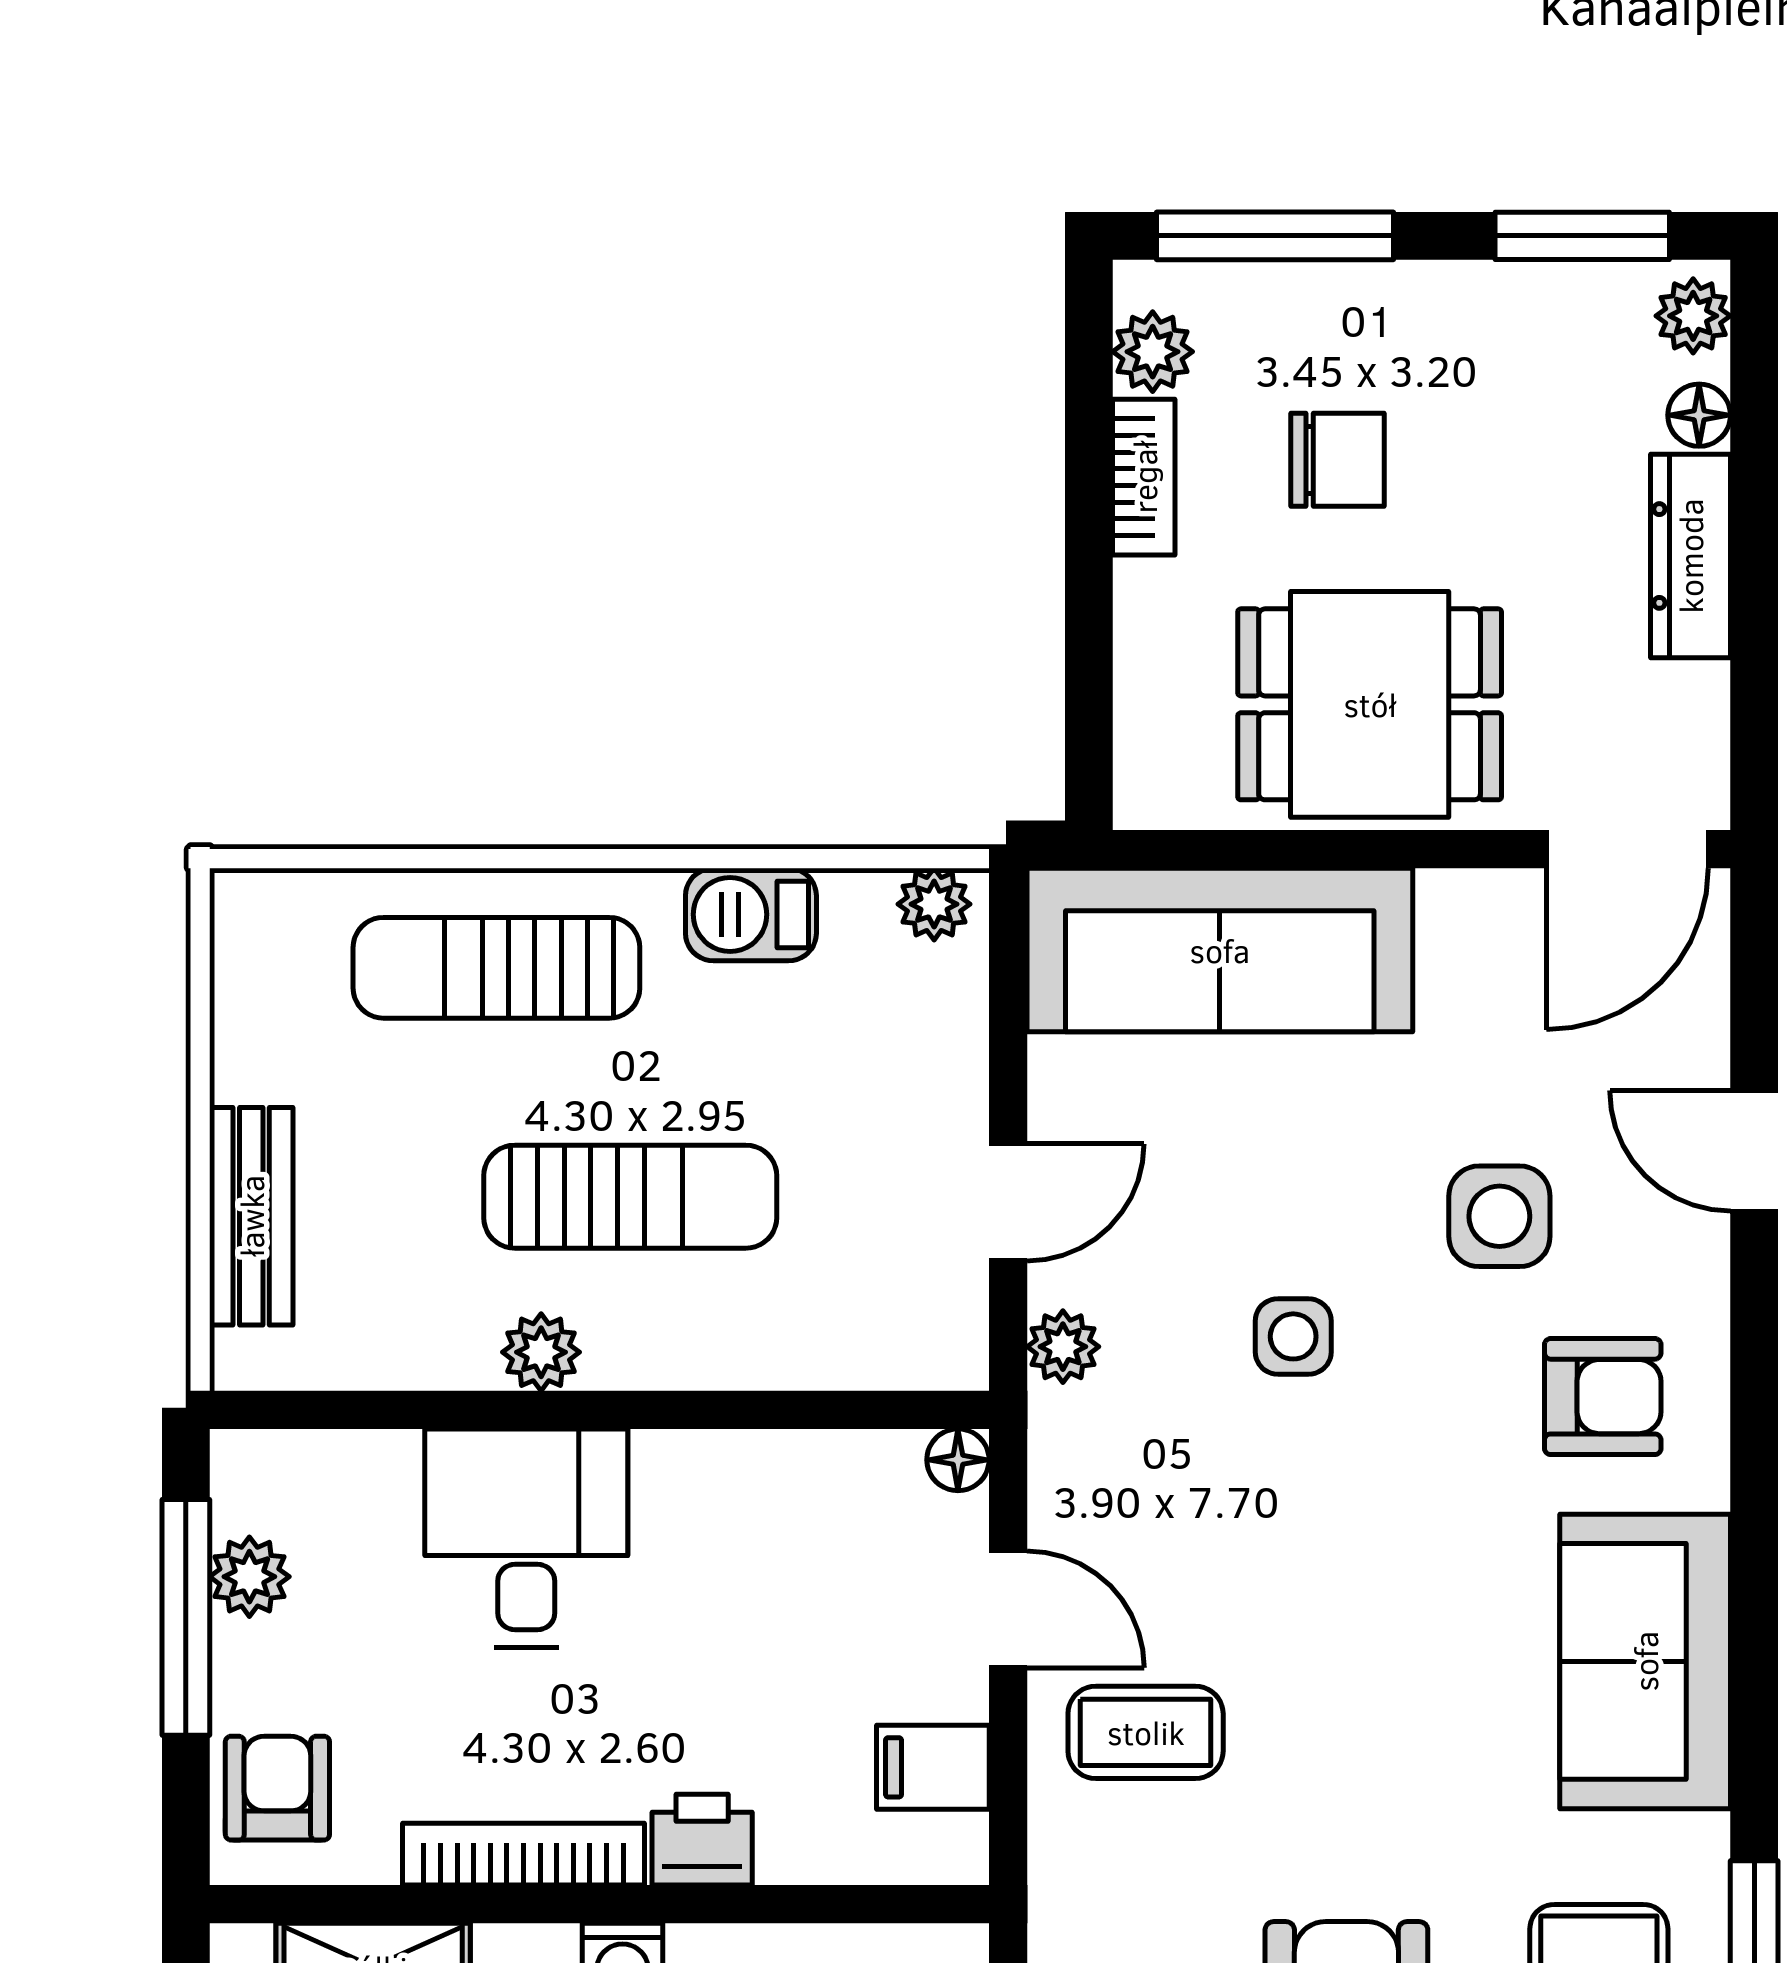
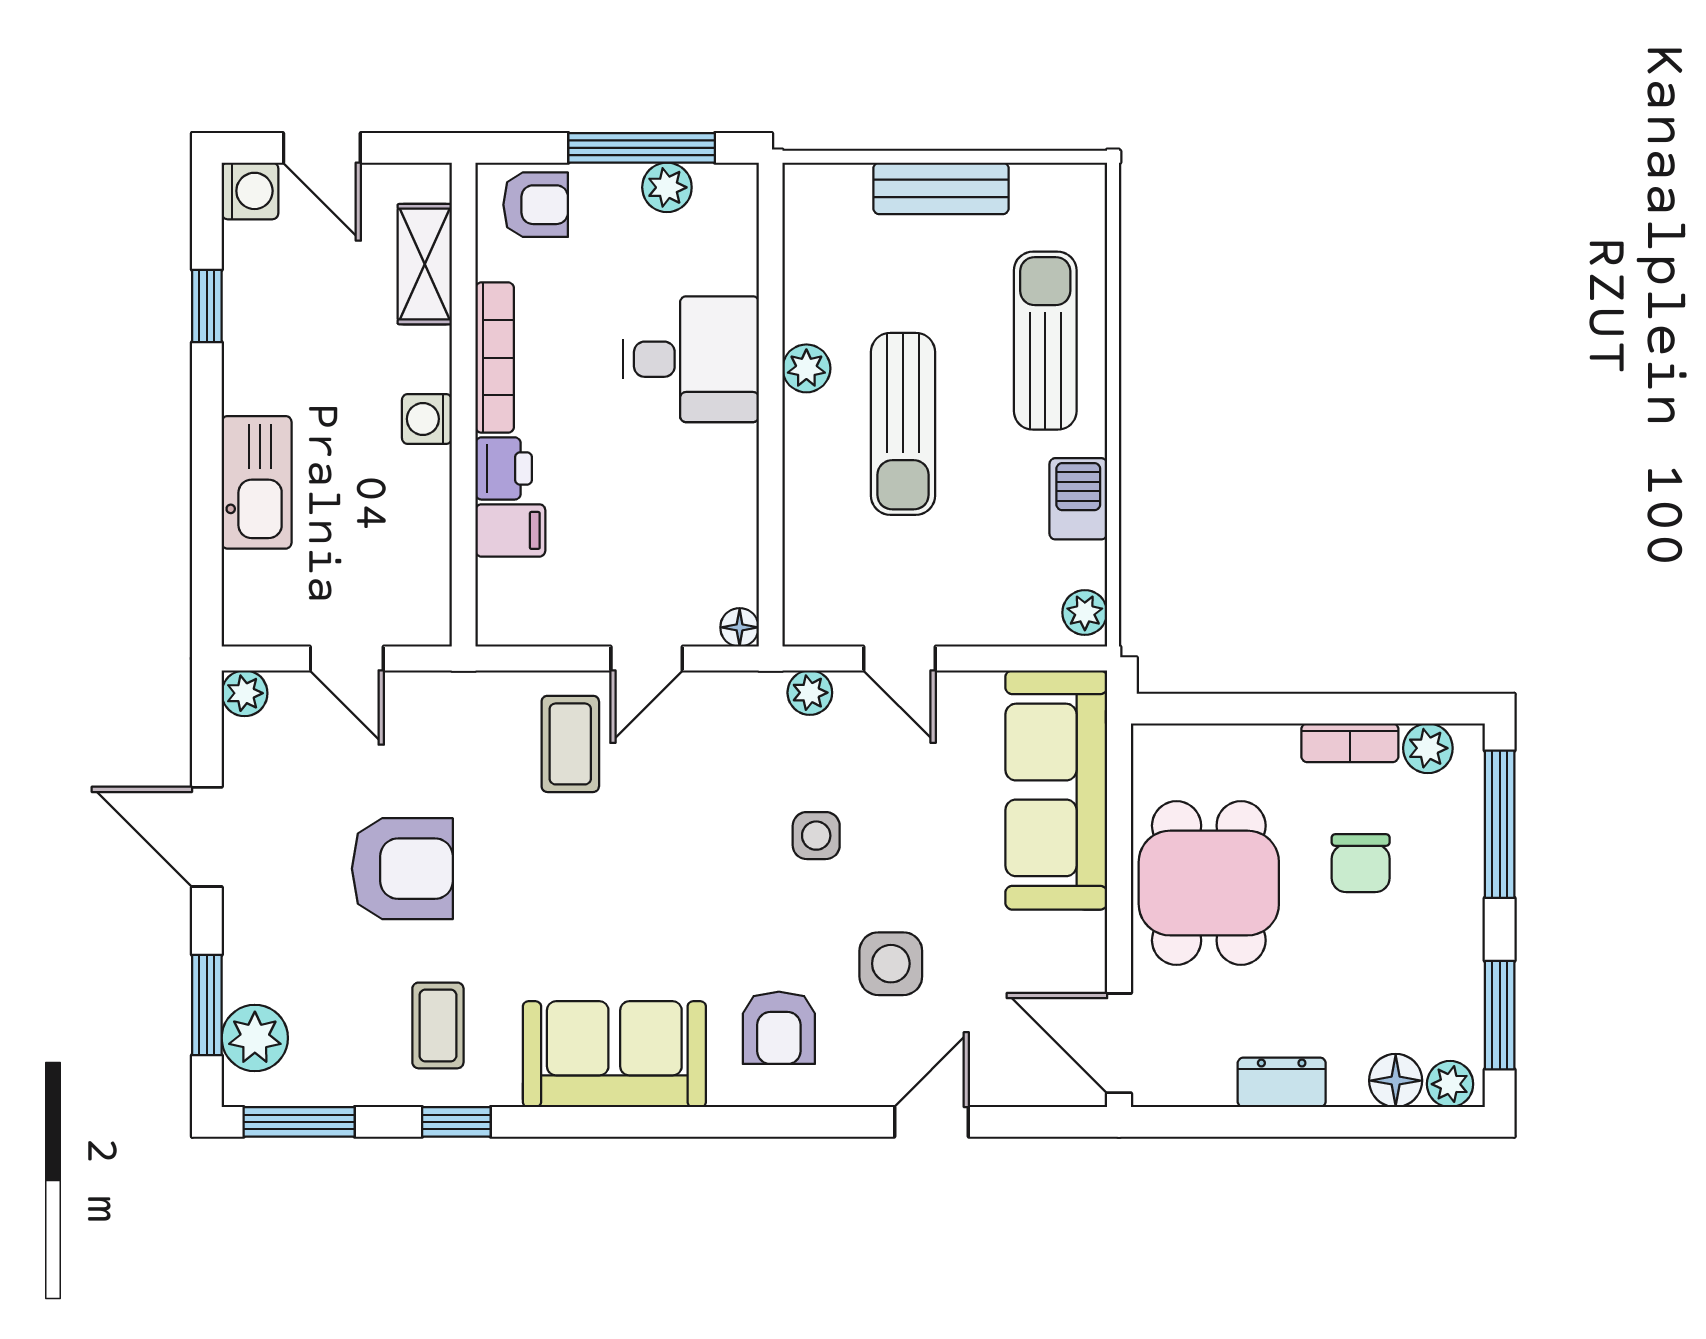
floor lamp: (1699, 415) -> (1396, 1081), width x1.37, depth x1.37
dresser: (1690, 556) -> (1282, 1082), width x0.70
bench: (251, 1216) -> (941, 188), moved
filing cabinet: (933, 1767) -> (510, 530), moved, turned 90

